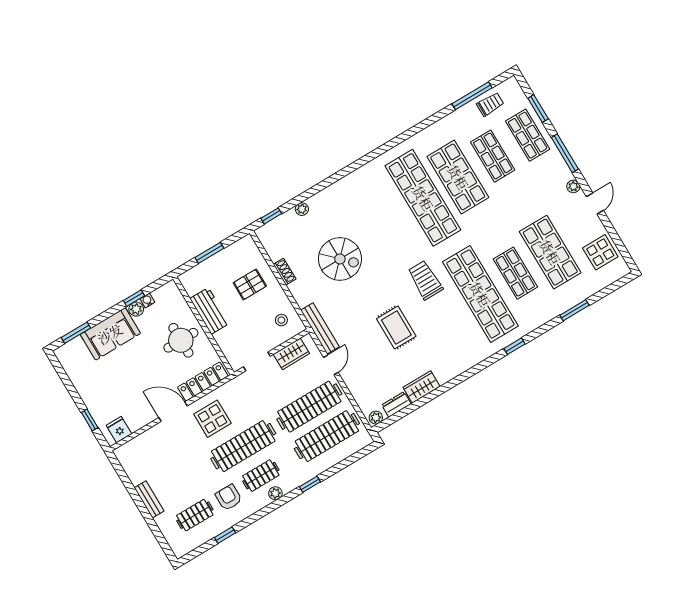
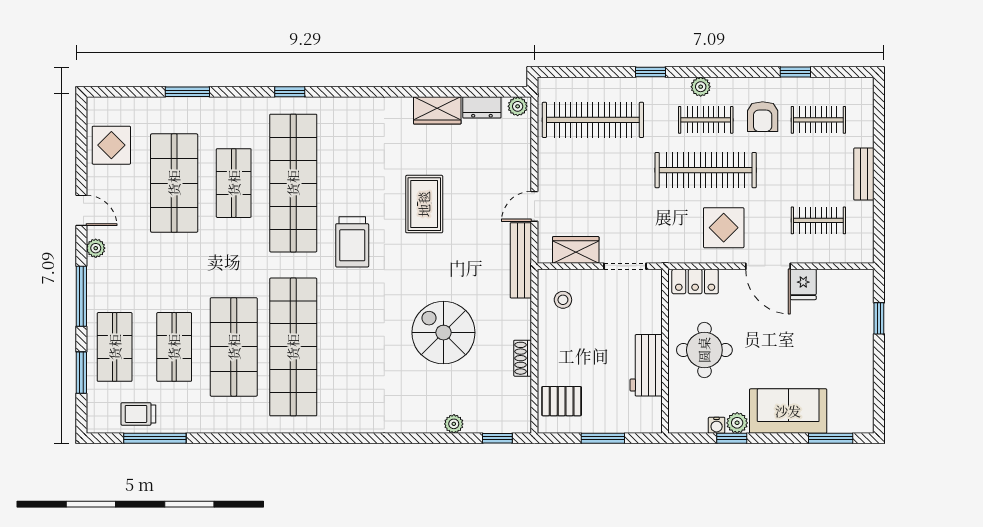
door: (595, 204) -> (81, 210), swing flipped
pallet: (250, 284) -> (562, 401), moved
locker: (203, 382) -> (695, 282), width x0.66
clothes rail: (309, 407) -> (818, 220), moved, width x0.54, depth x0.76
fridge: (119, 430) -> (803, 284), moved

